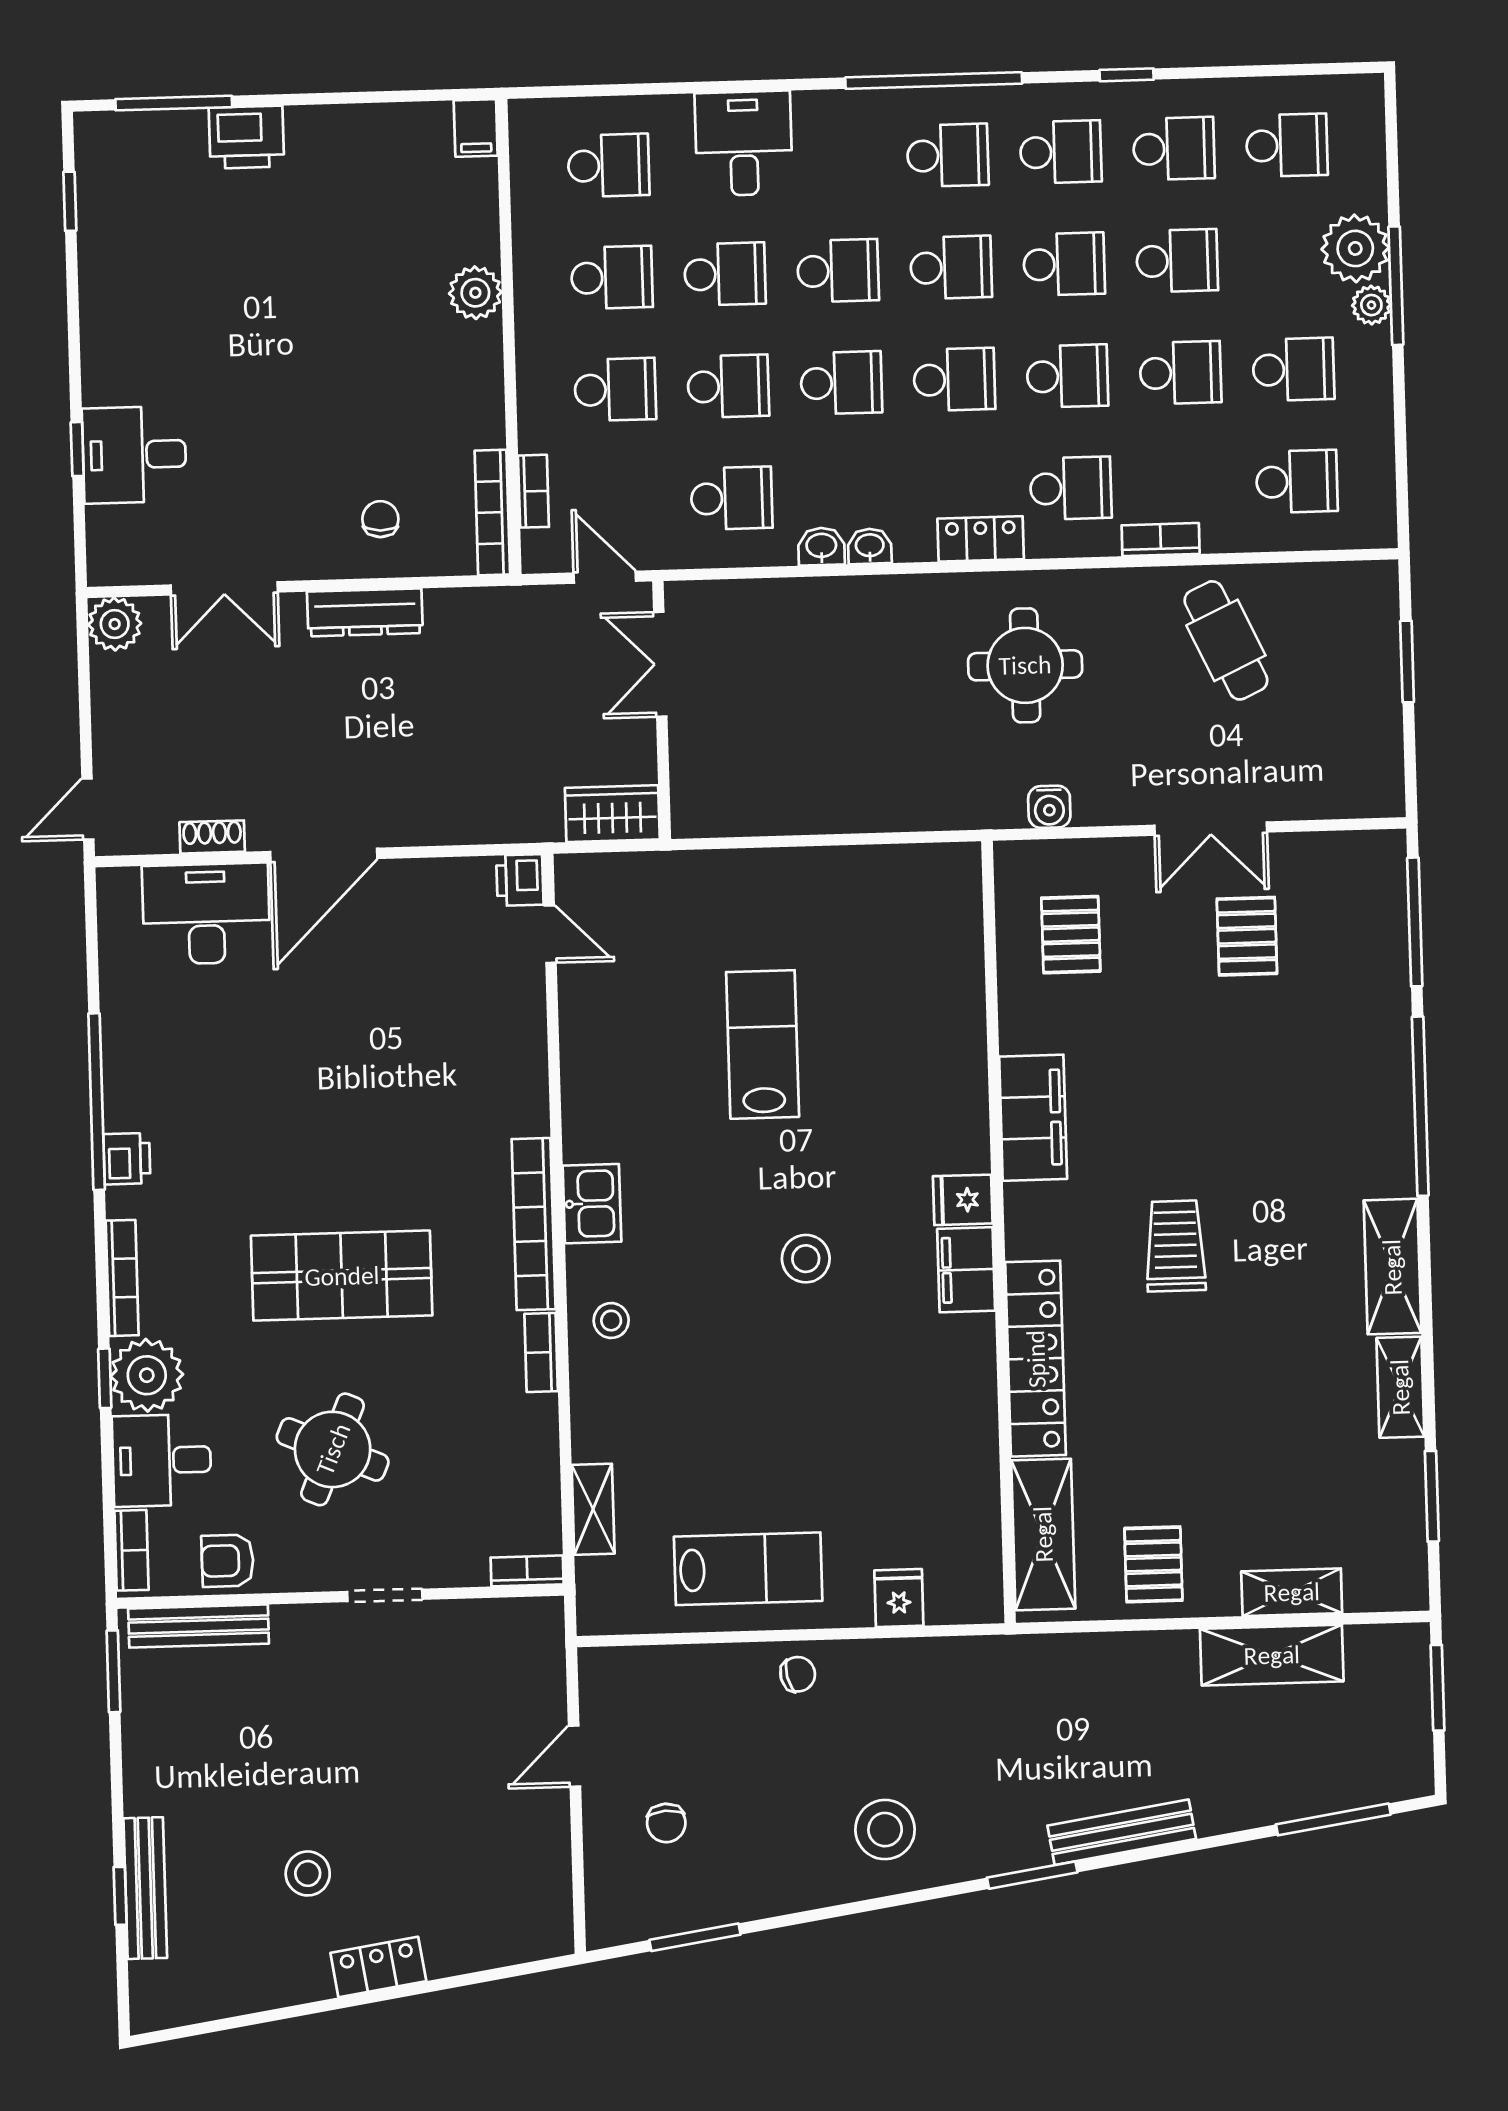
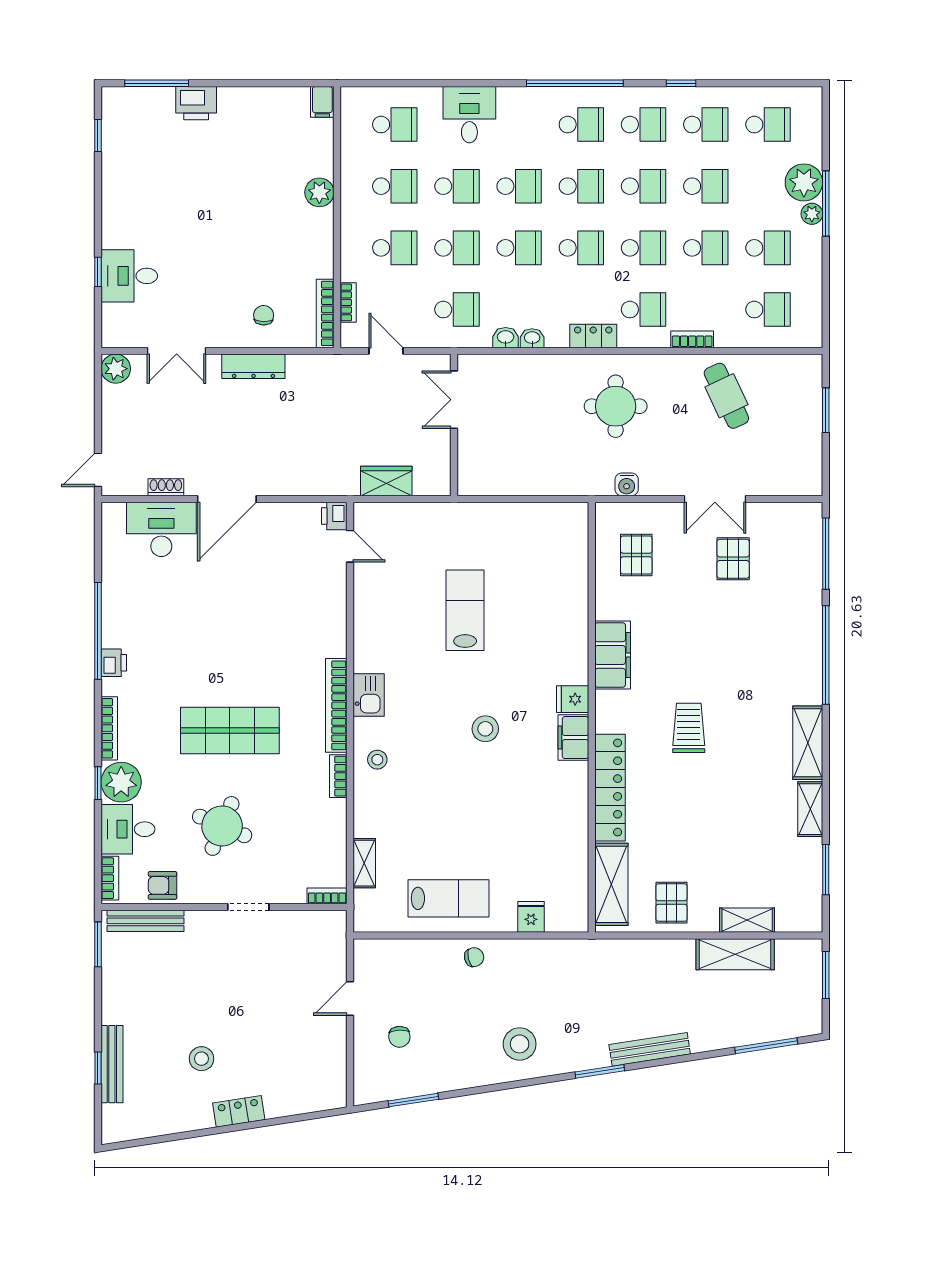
double door: (660, 664) -> (454, 400), moved
wall: (662, 710) -> (454, 425), moved

